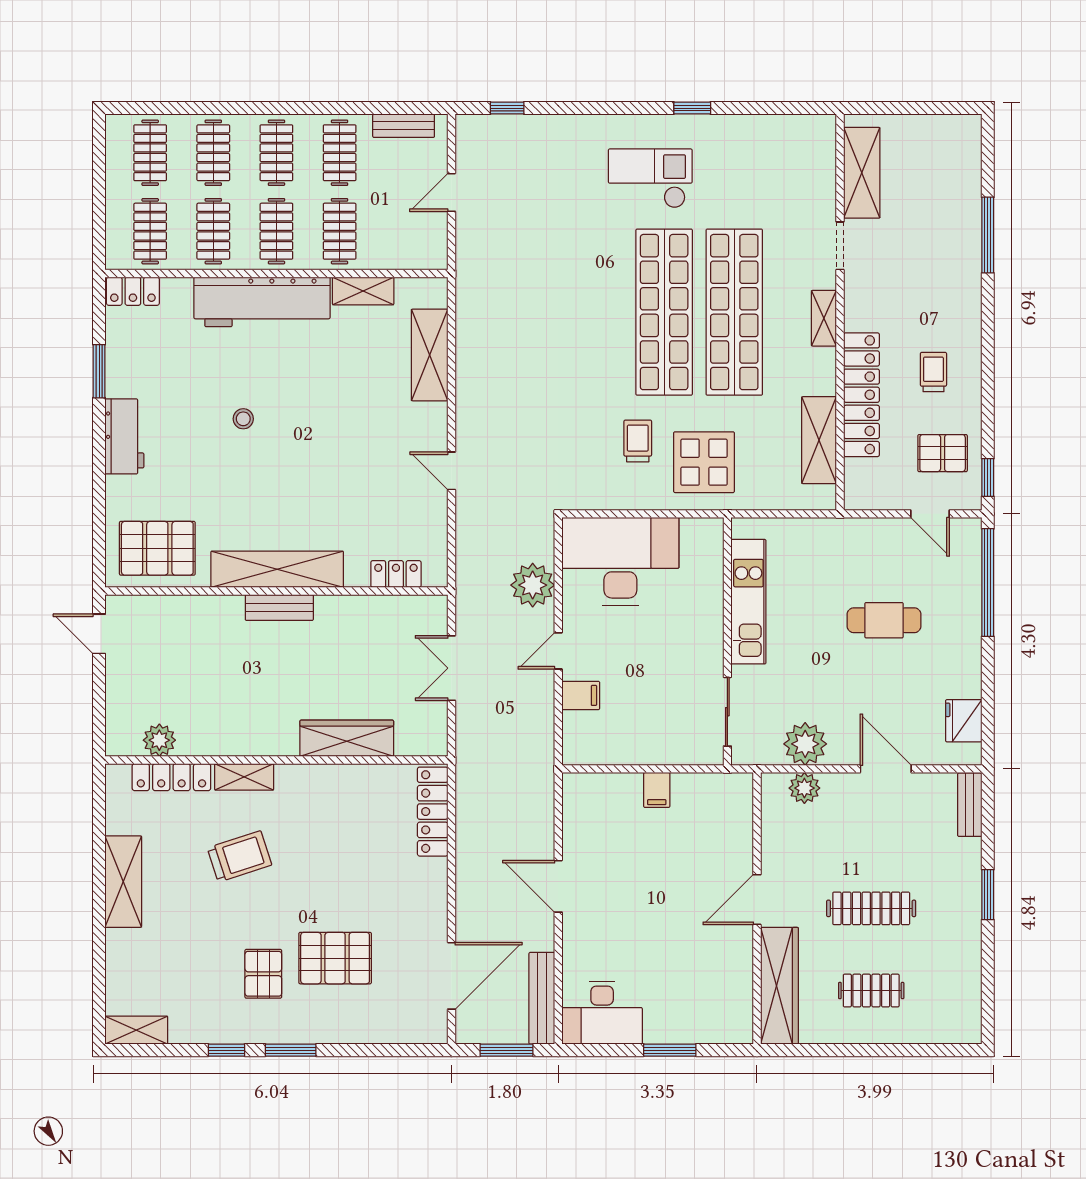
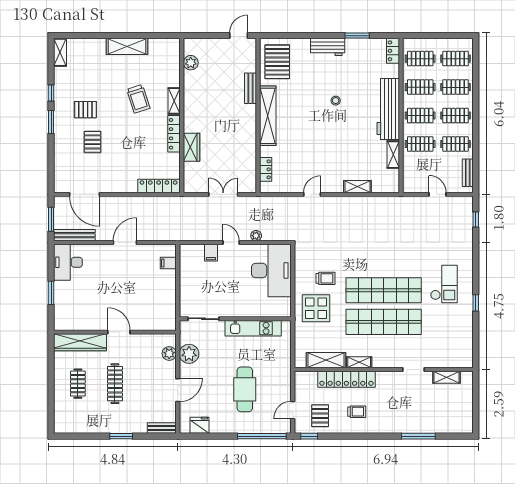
shelving: (862, 173) -> (447, 377), width x0.67, depth x0.75
shelving: (824, 318) -> (359, 362), moved
shelving: (430, 355) -> (357, 187), width x0.67, depth x0.75
plant: (533, 585) -> (256, 236), width x0.53, depth x0.53
bench: (279, 607) -> (251, 88), moved
cafe table: (884, 620) -> (245, 389), width x1.37, depth x1.35
wardrobe: (347, 738) -> (192, 147), width x0.67
locker: (171, 777) -> (174, 134), moved
filing cabinet: (657, 790) -> (168, 263), moved
pallet: (335, 958) -> (93, 142), width x0.67, depth x0.71

